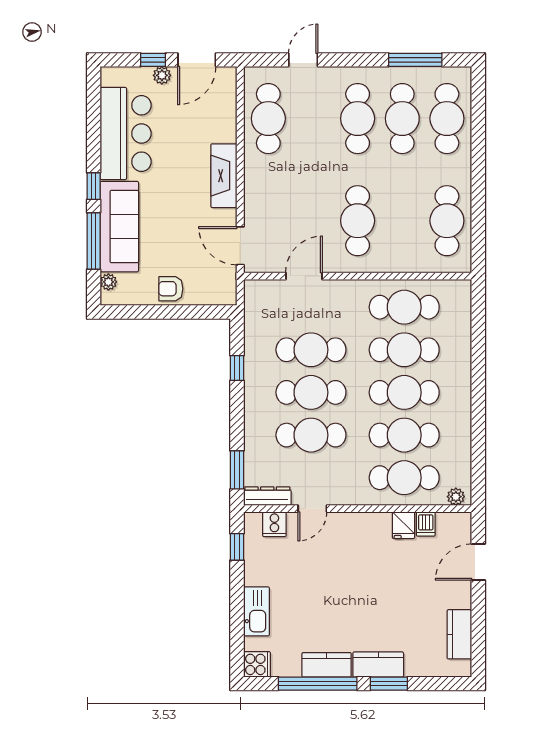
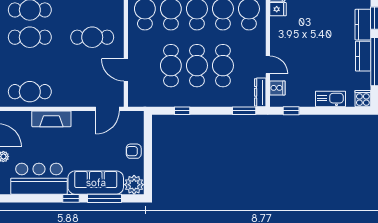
fireplace: (224, 176) -> (51, 119), moved
plant: (108, 282) -> (134, 185), width x1.88, depth x1.88
armchair: (171, 289) -> (134, 151), turned 90

